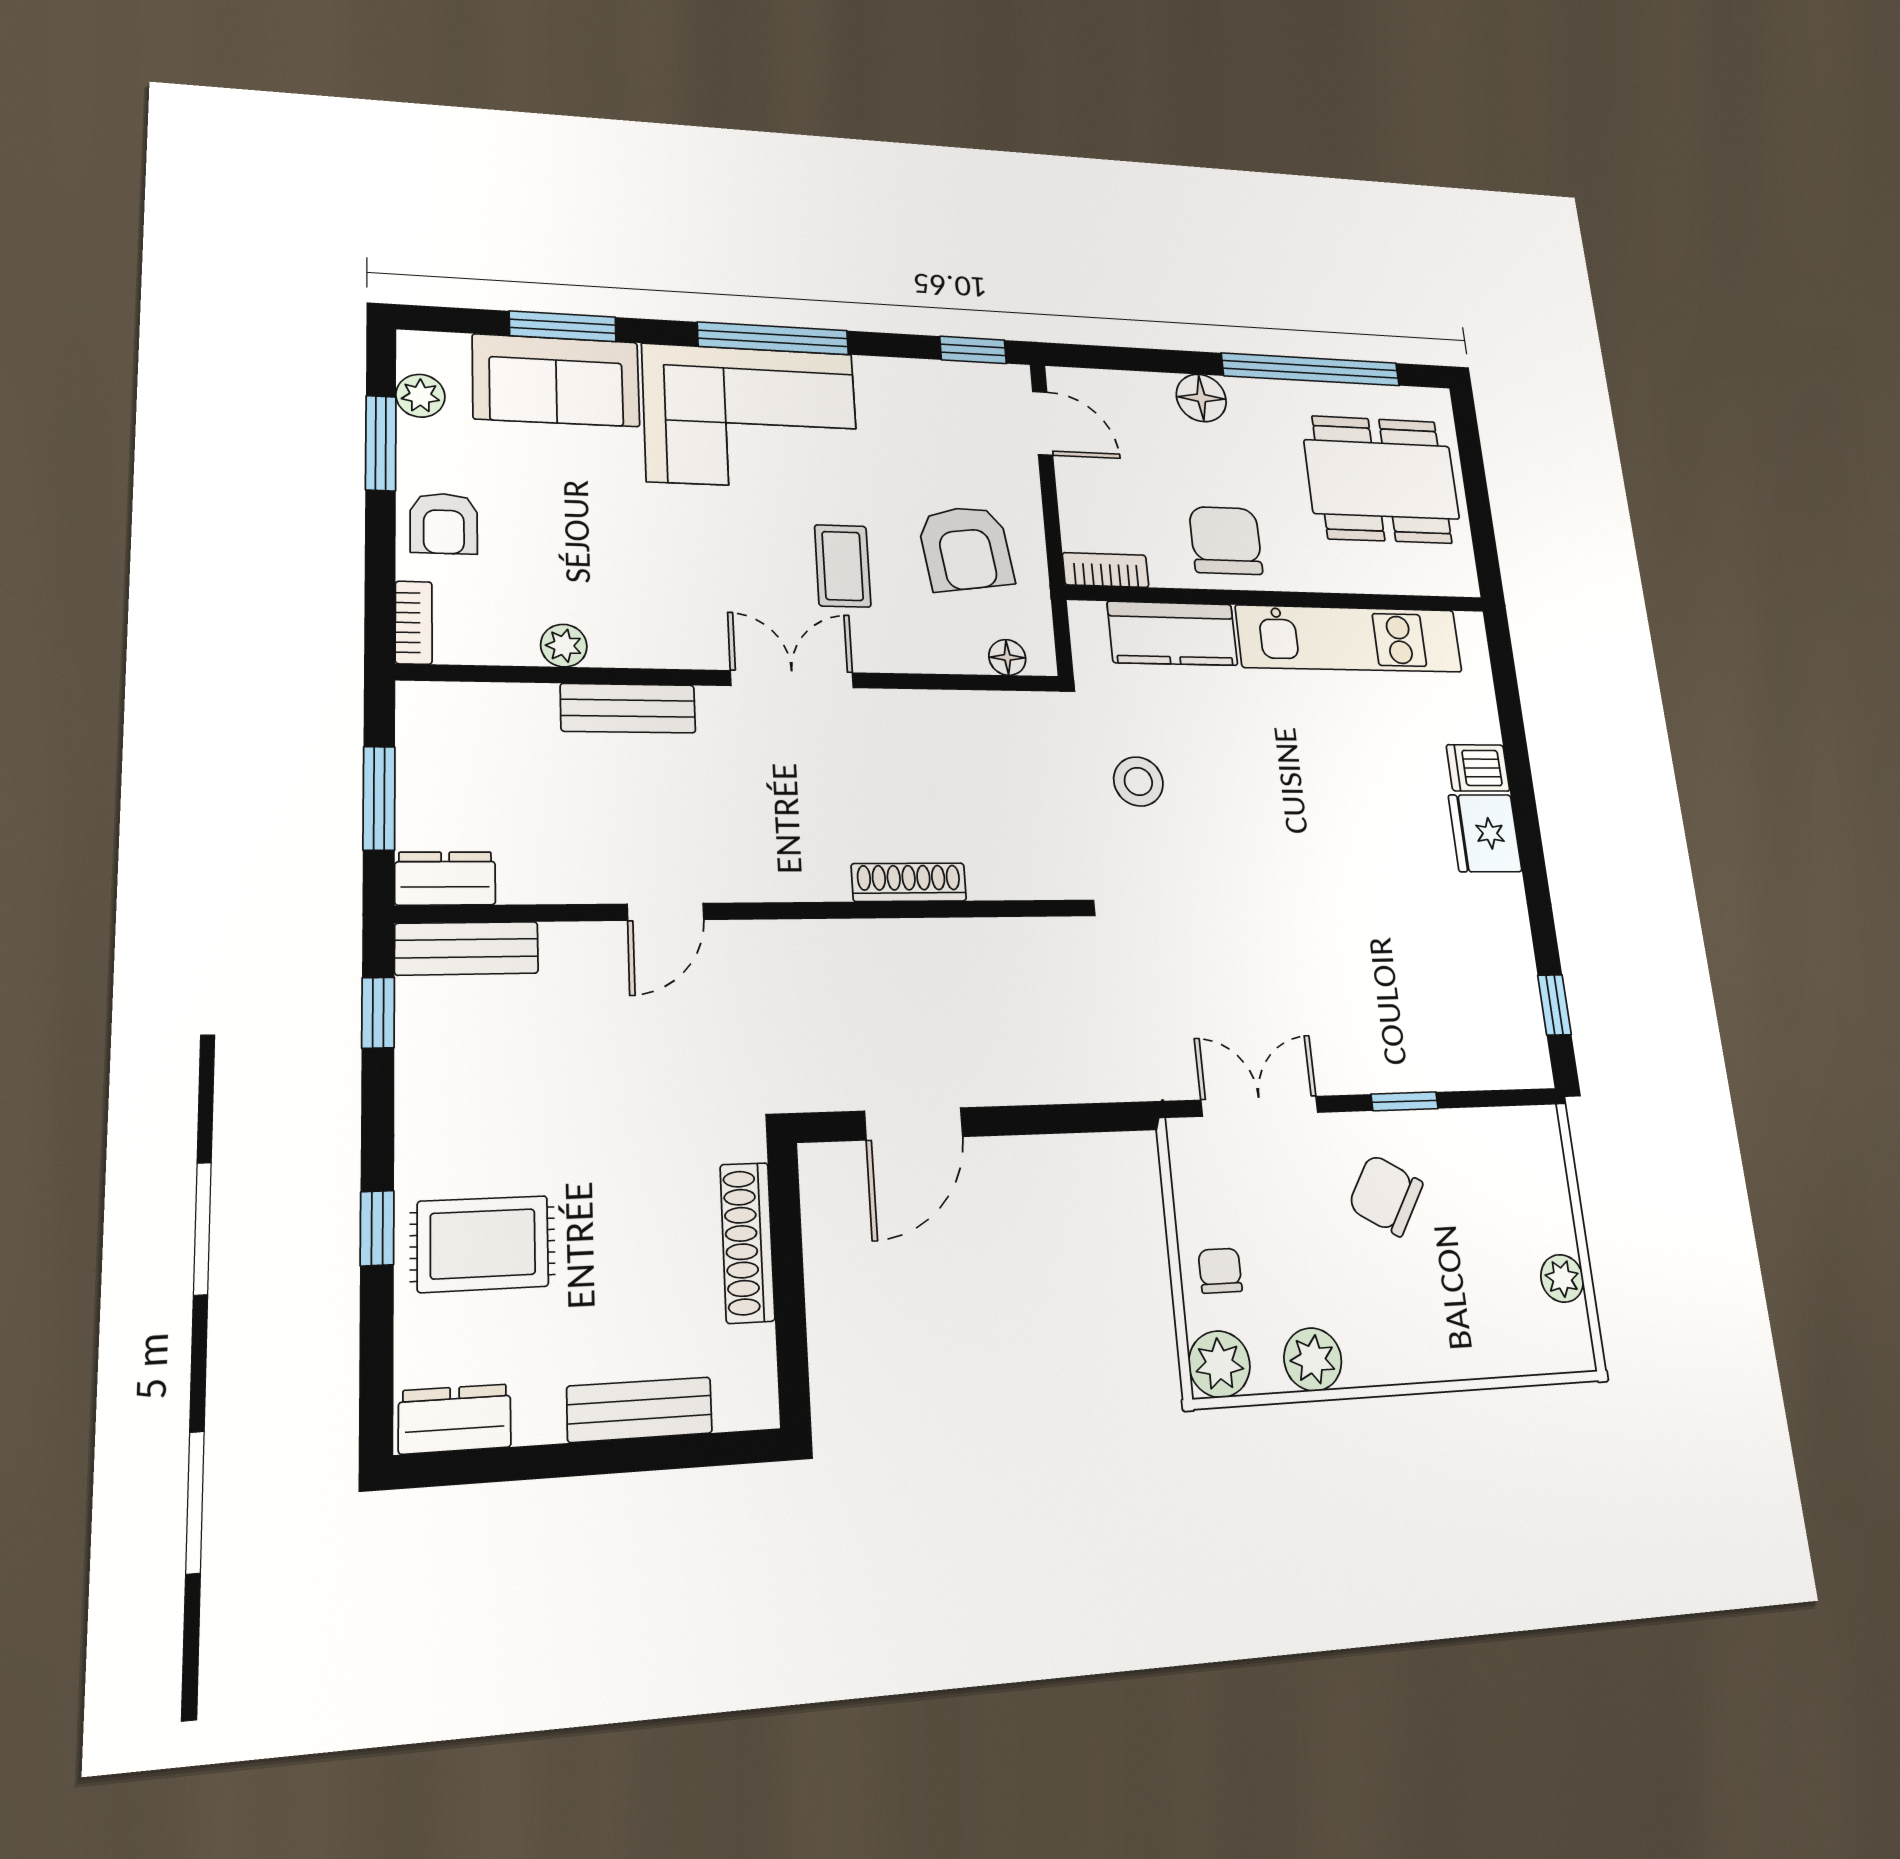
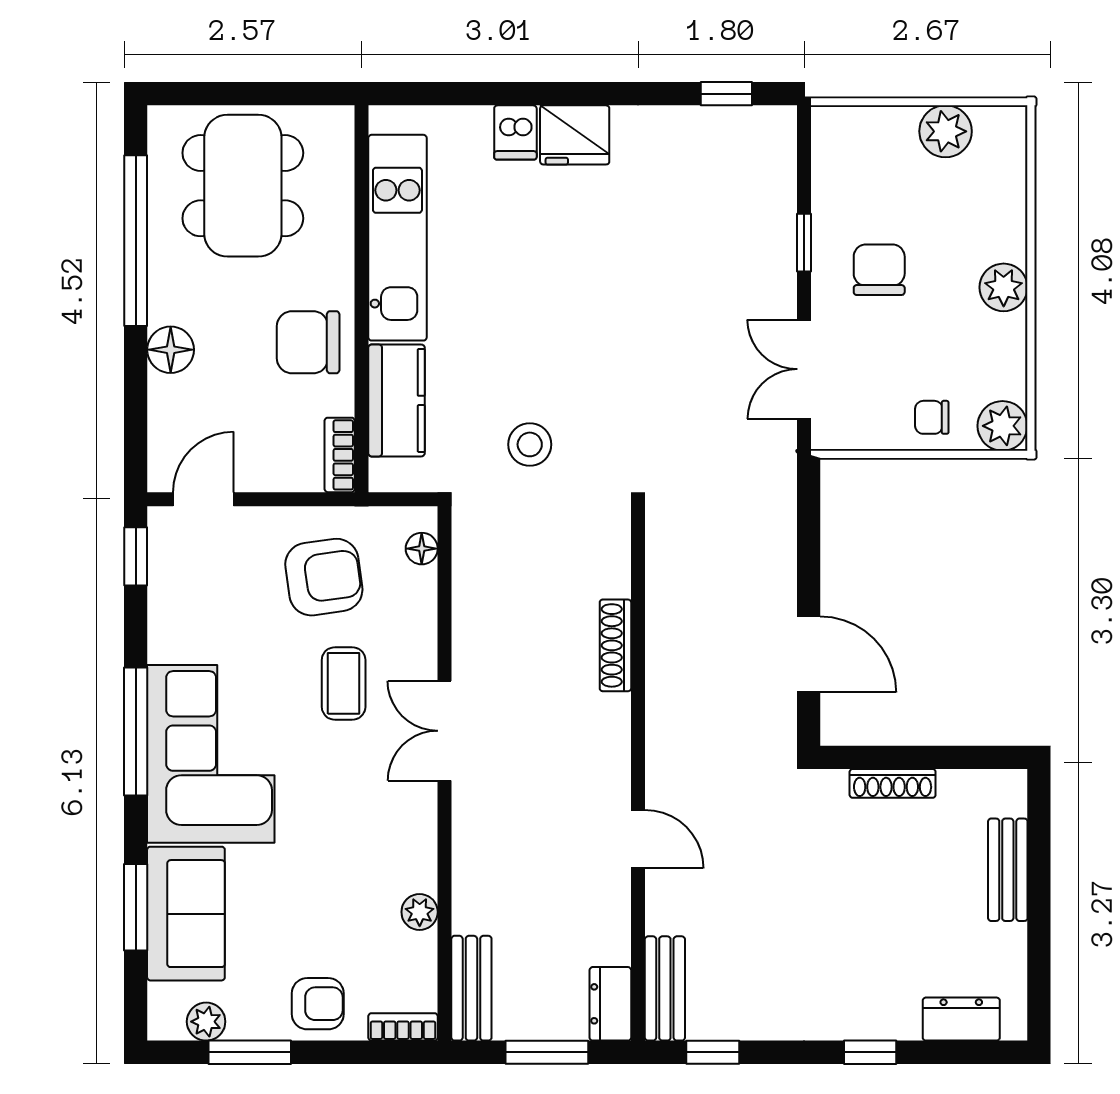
coffee table: (843, 566) -> (344, 683), turned 90
bench: (628, 708) -> (471, 988), moved
chair: (1386, 1195) -> (879, 270), turned 149
shoe rack: (747, 1242) -> (893, 783), width x0.74, depth x0.81
rug: (483, 1244) -> (885, 979), removed
plant: (1562, 1278) -> (946, 131), width x1.38, depth x1.38
plant: (1313, 1359) -> (1004, 287), moved
dresser: (455, 1419) -> (961, 1019), moved, turned 90

